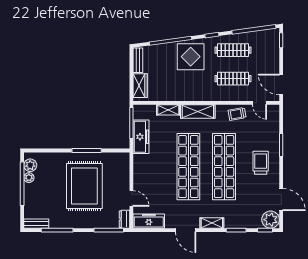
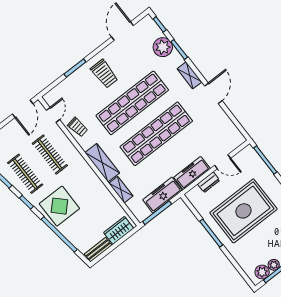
trolley: (261, 163) -> (104, 74), turned -90
door: (131, 198) -> (223, 162), swing flipped
dresser: (124, 219) -> (209, 182), moved
plant: (271, 220) -> (163, 47), moved
freezer: (149, 221) -> (192, 173), moved, turned 90

